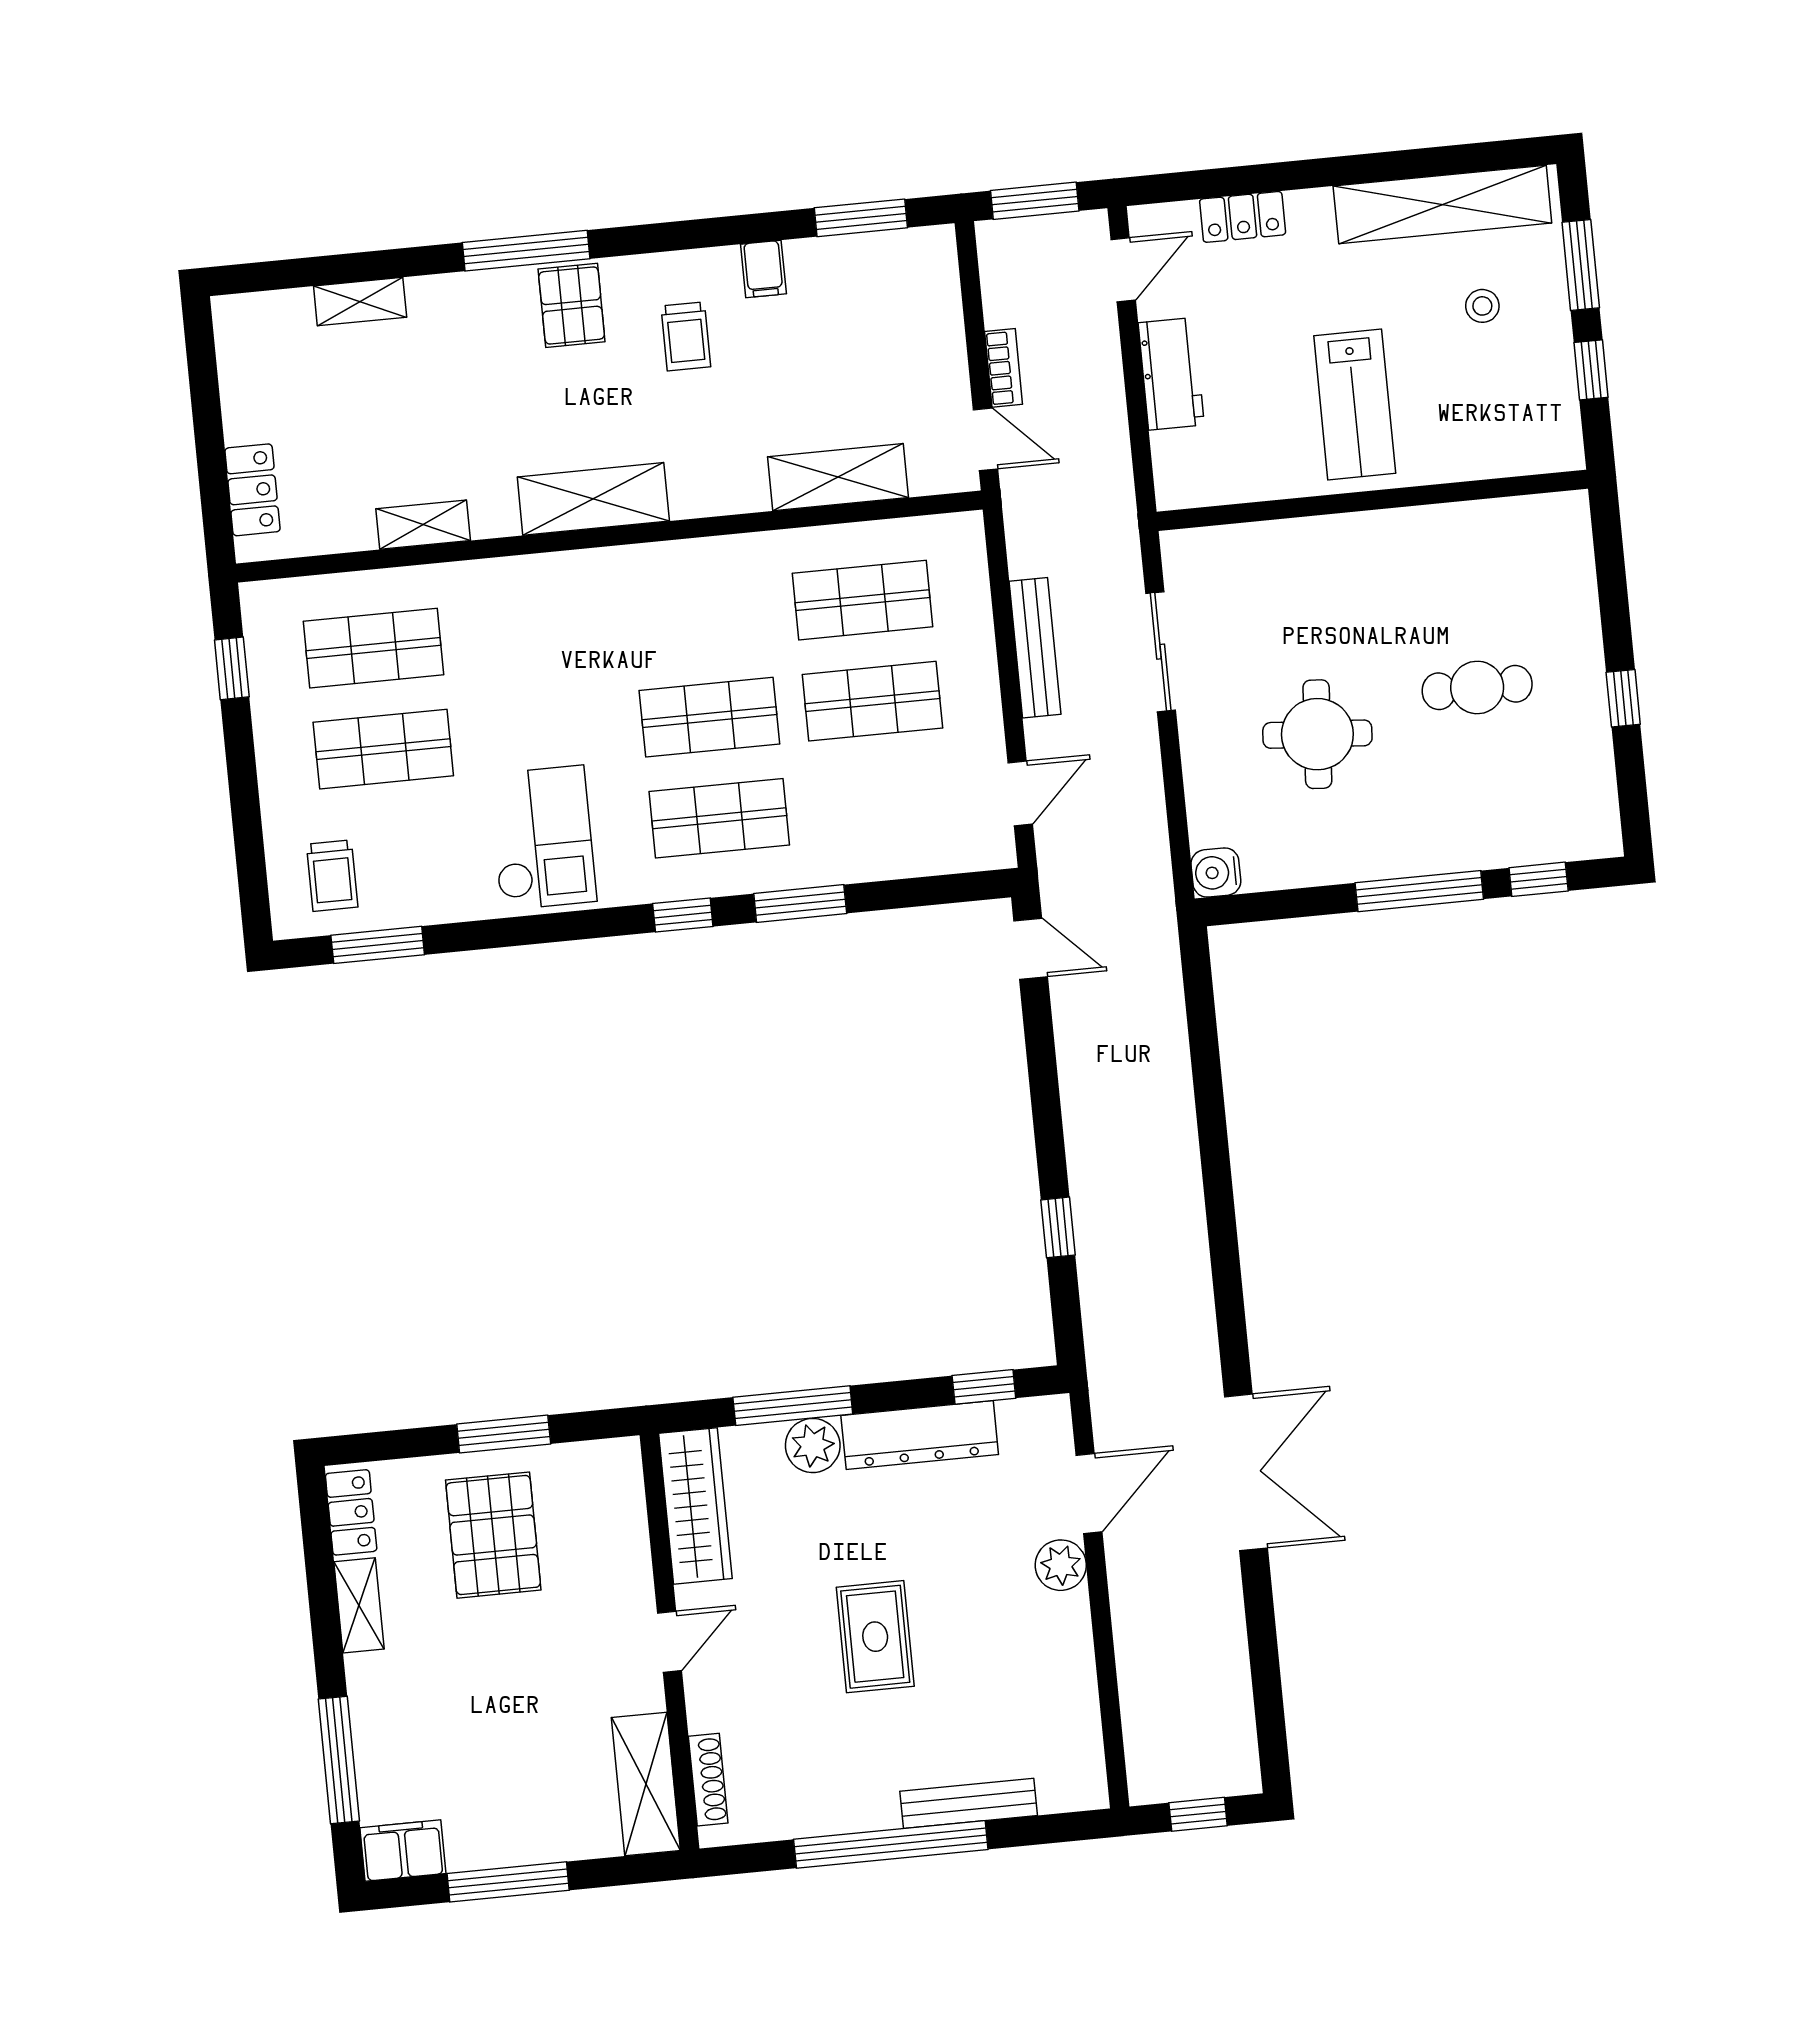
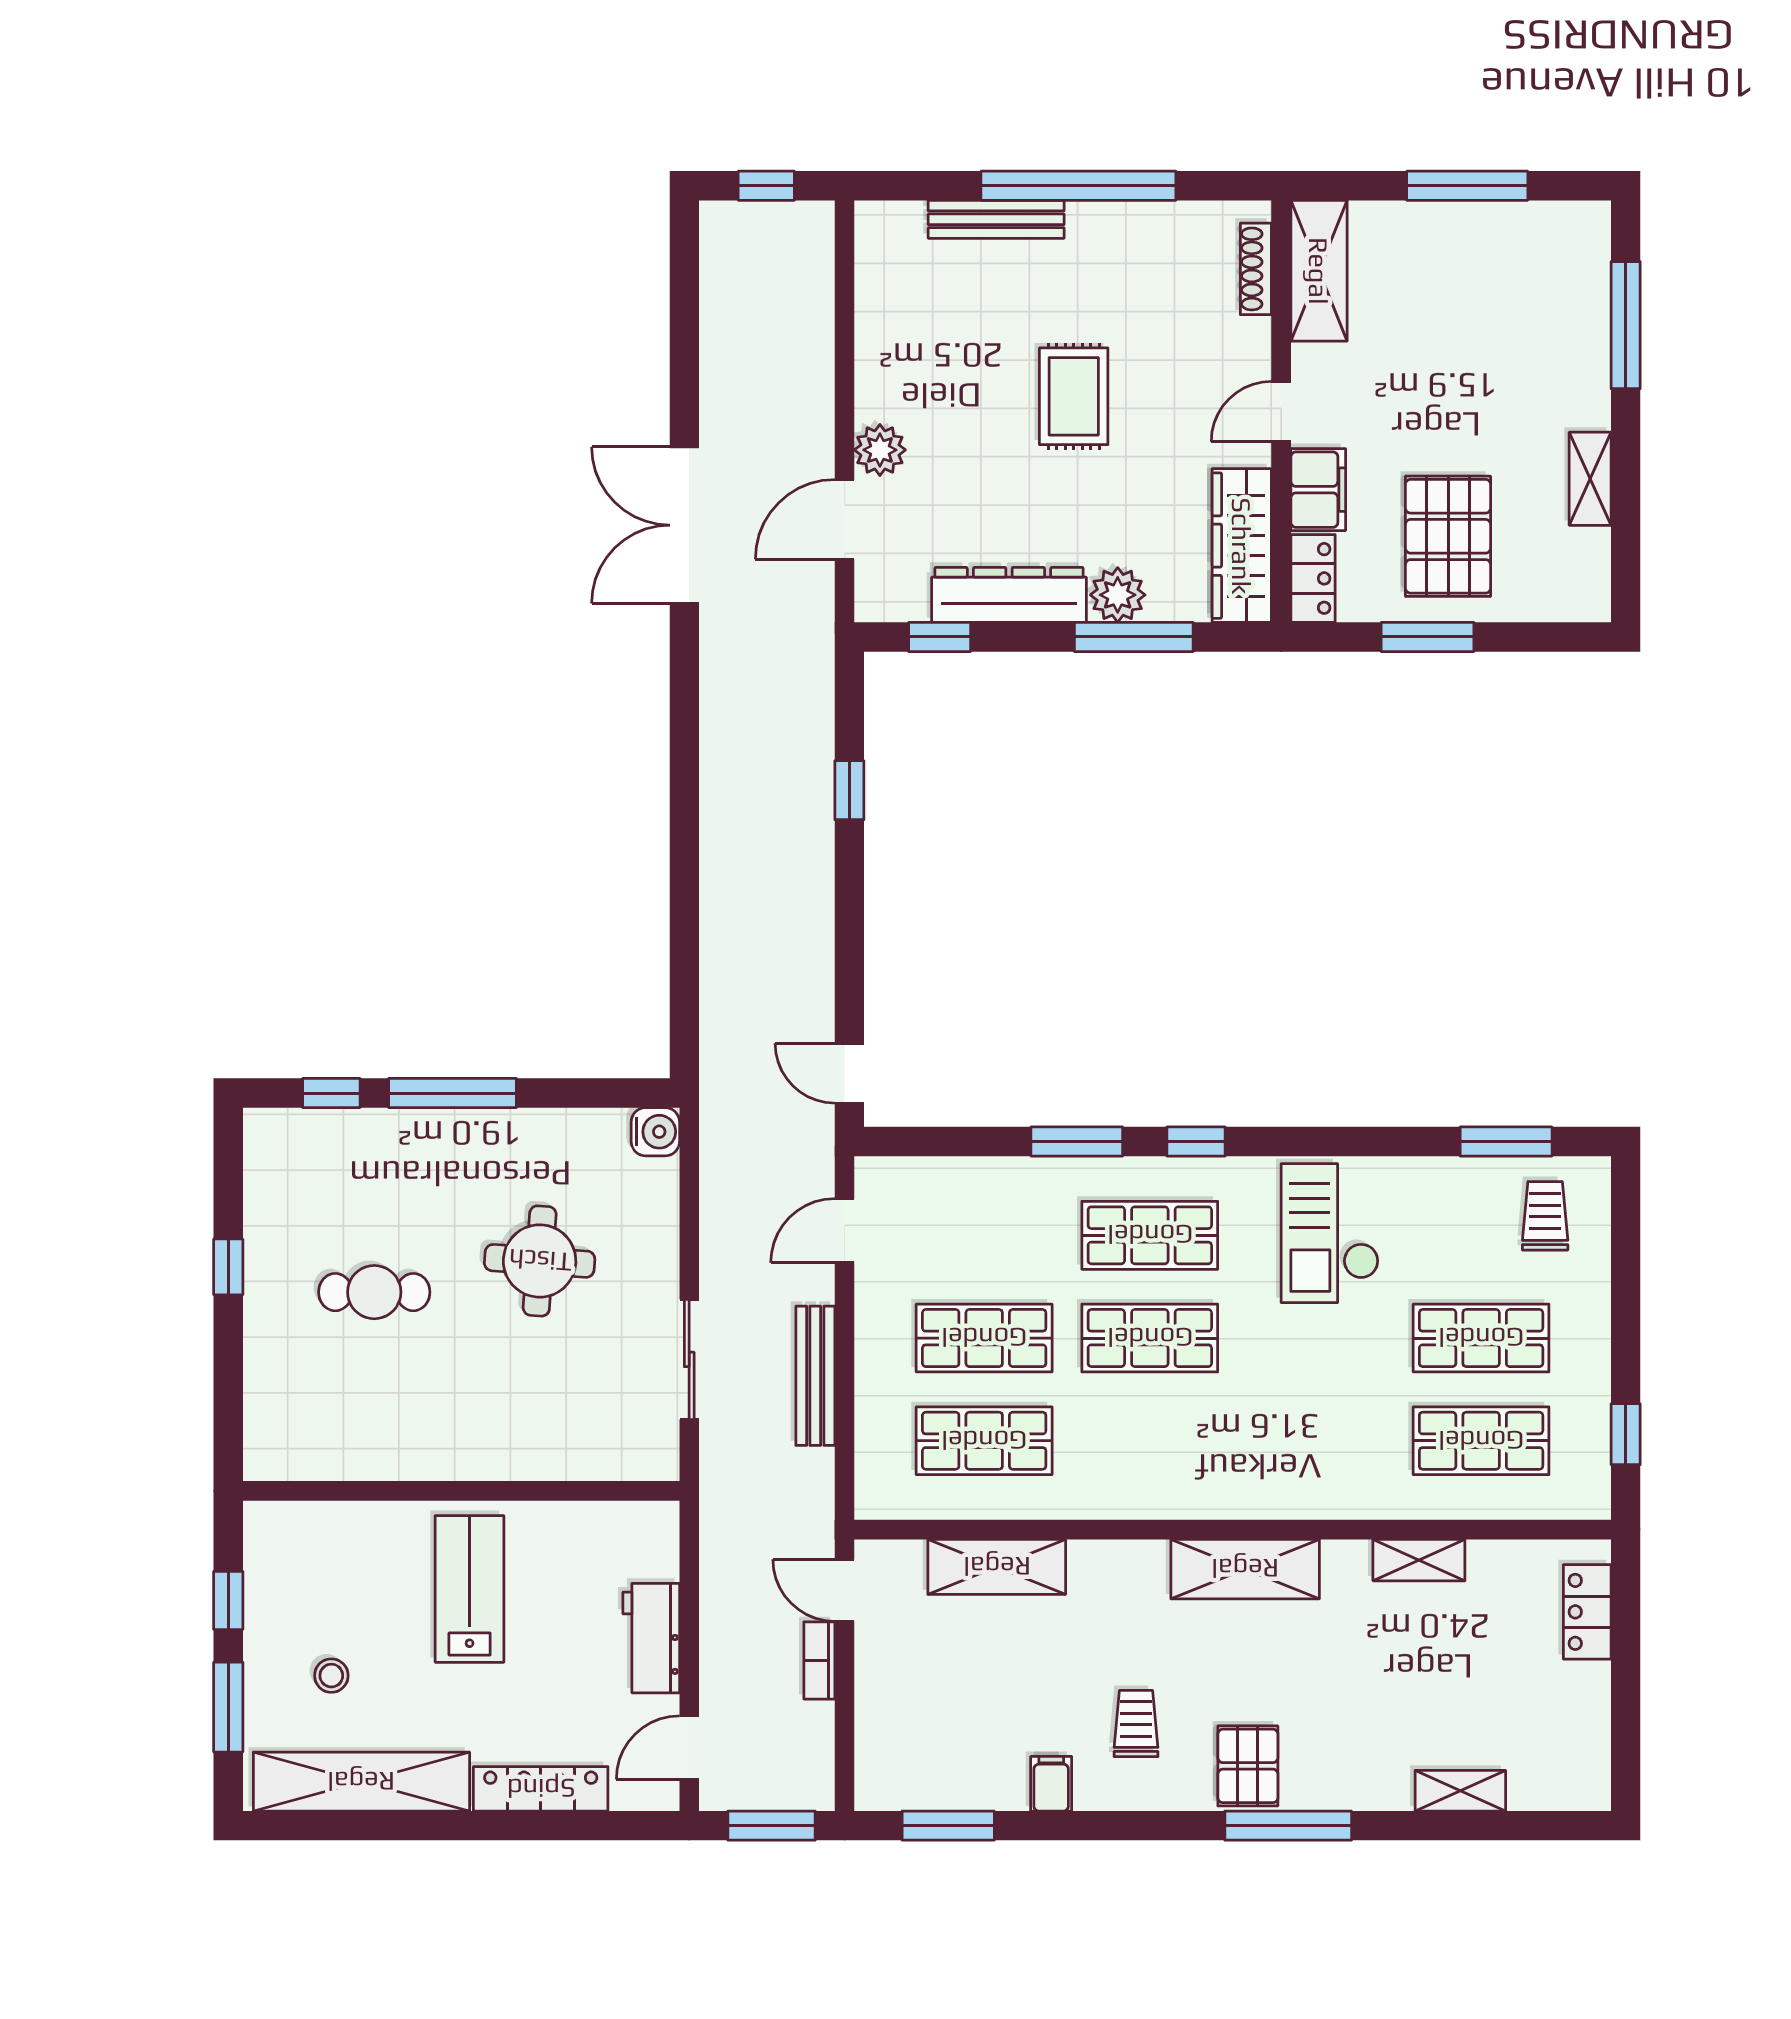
locker: (1243, 217) -> (541, 1789), width x1.53
locker: (351, 1512) -> (1313, 578), moved, turned 180
filing cabinet: (403, 1851) -> (1318, 490), moved, turned -90

